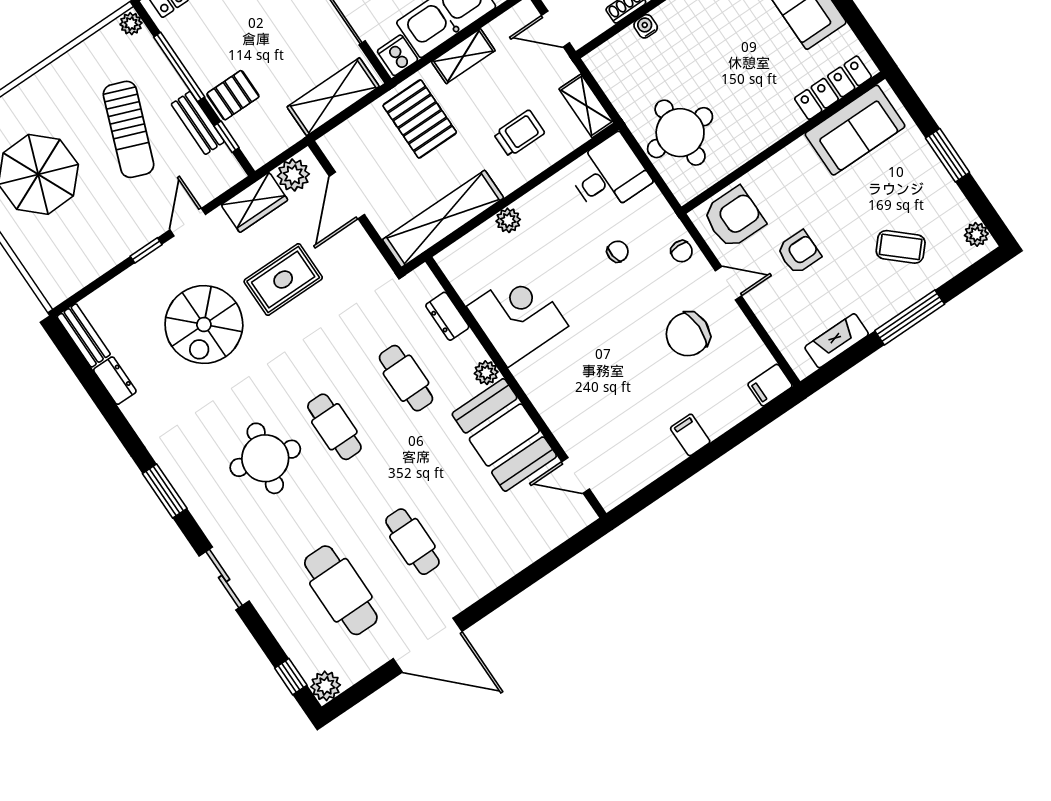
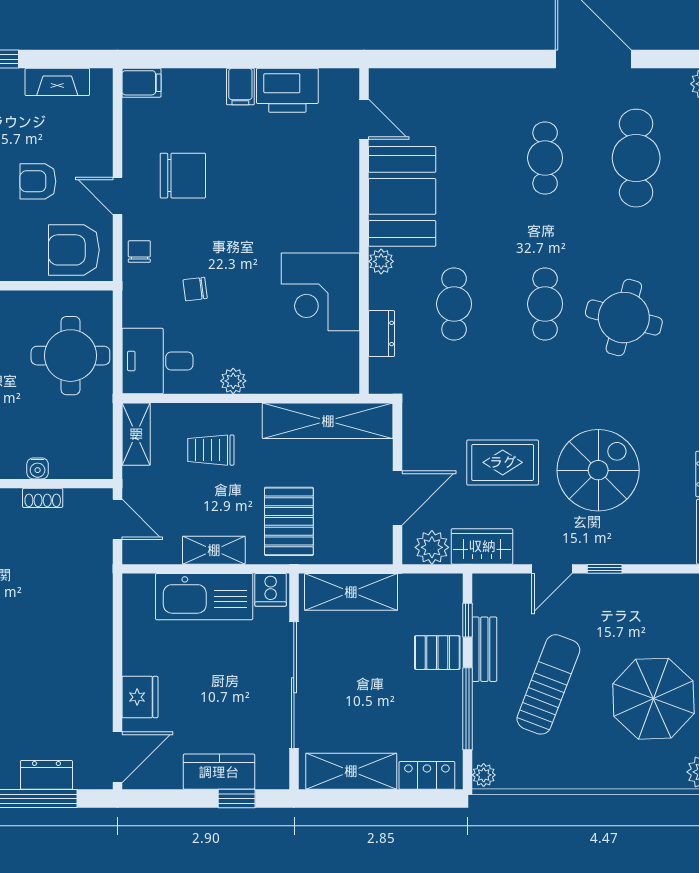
plant: (508, 220) -> (233, 381), moved
printer: (651, 457) -> (287, 90), added

